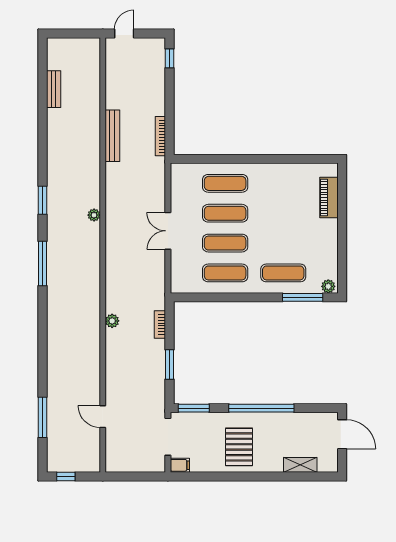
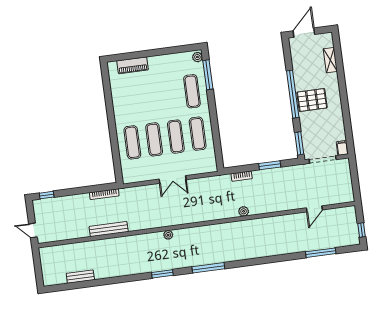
pallet: (239, 447) -> (312, 100), moved

